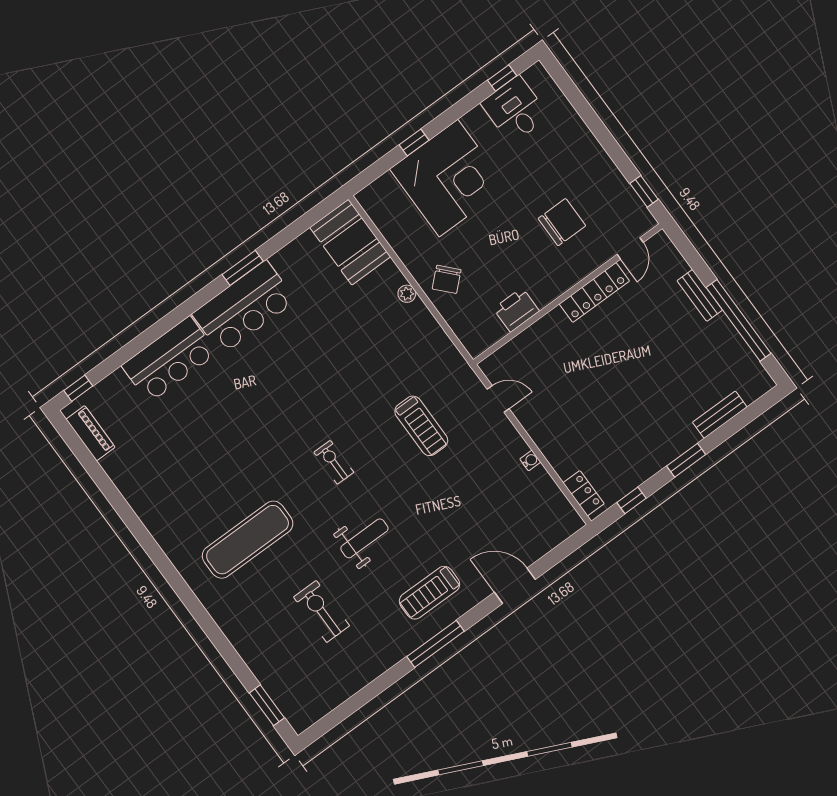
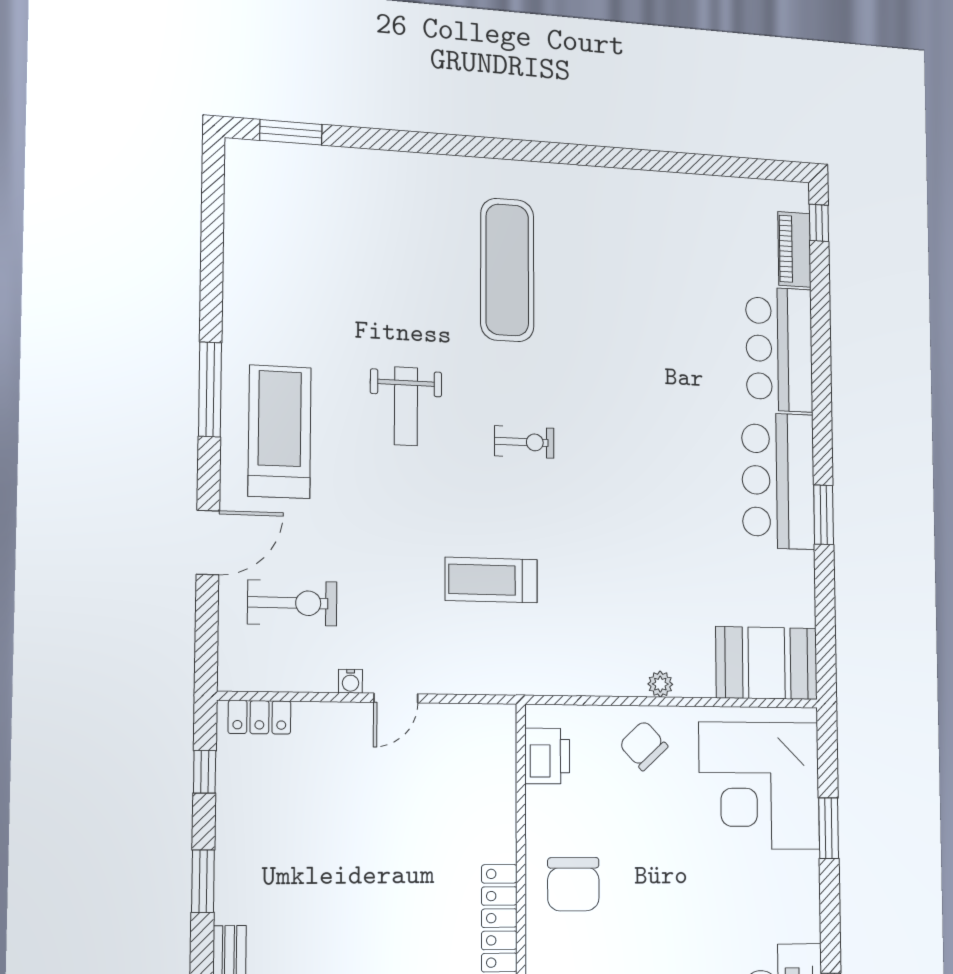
window: (414, 143) -> (829, 828), width x1.50
corner desk: (449, 178) -> (759, 786), moved
chair: (562, 222) -> (573, 884), moved
printer: (516, 310) -> (547, 756), moved
door: (498, 399) -> (396, 698), moved
piano: (90, 433) -> (794, 249), moved, turned 90
treadmill: (430, 593) -> (280, 432), width x1.37, depth x1.38
exercise bike: (321, 611) -> (292, 603), moved

